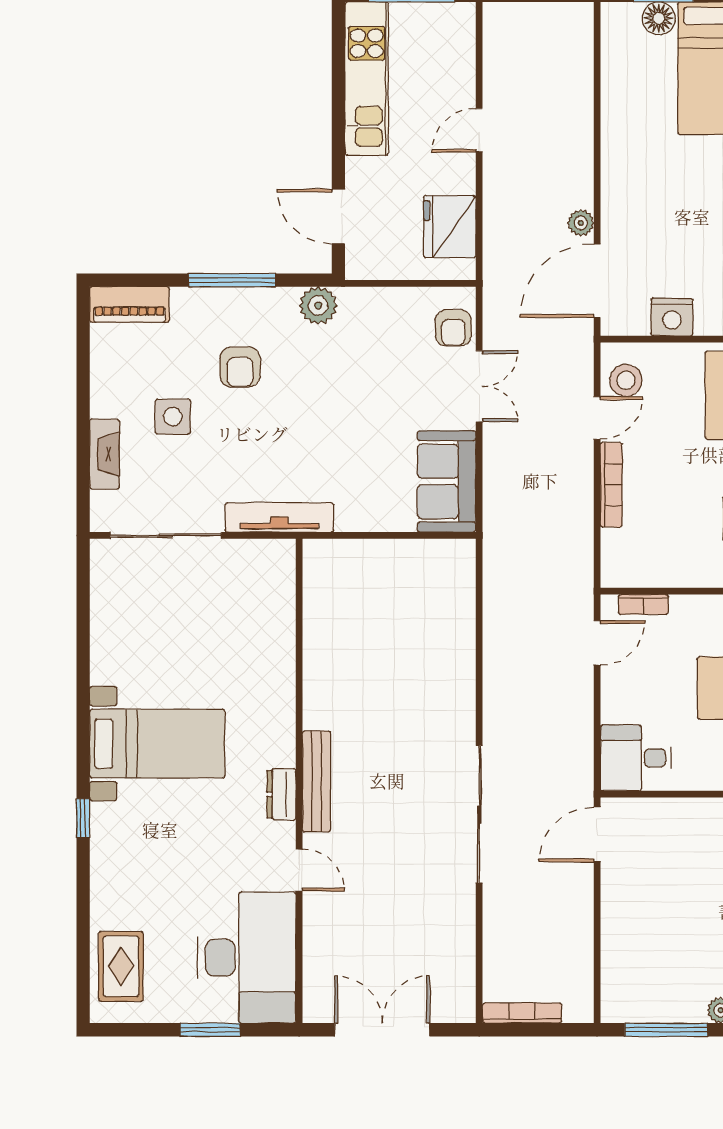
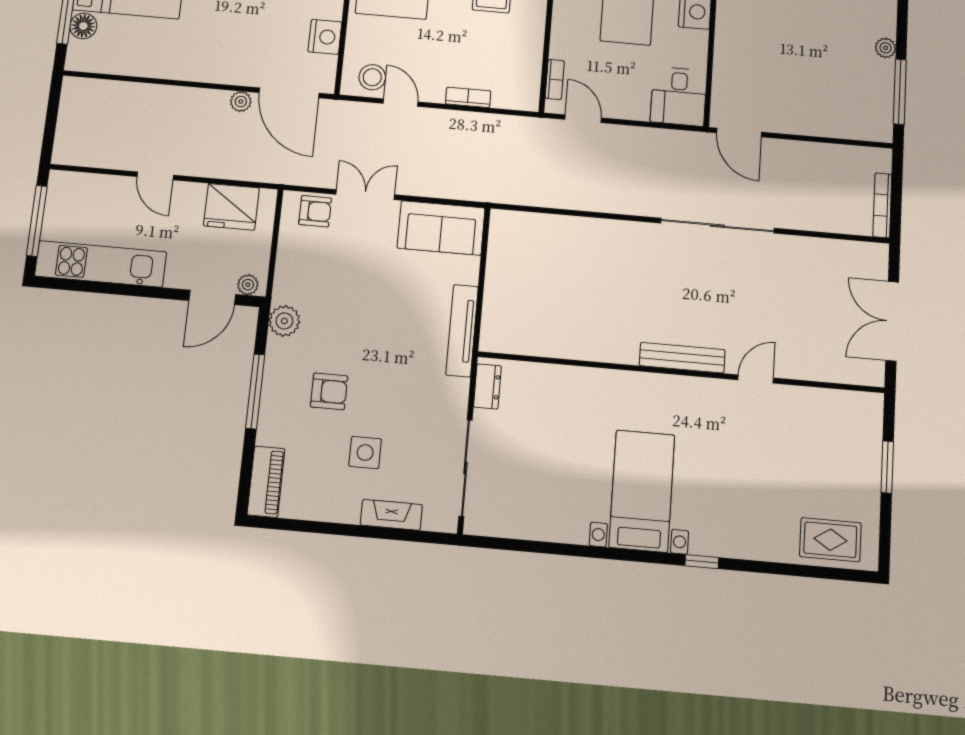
plant: (357, 257) -> (248, 285), added
bookcase: (611, 485) -> (468, 97), width x0.64
tv unit: (279, 517) -> (462, 331), moved
dresser: (281, 794) -> (487, 386), moved, turned -90
desk: (247, 958) -> (827, 430), removed

